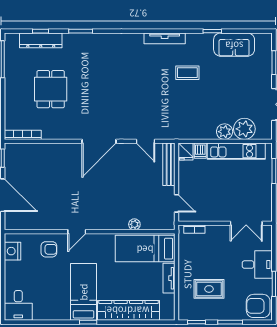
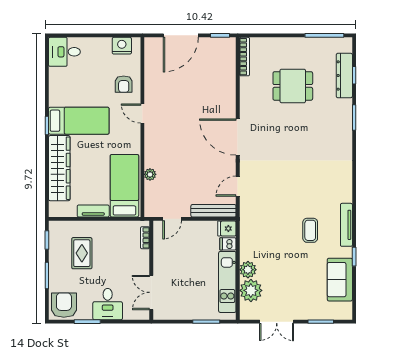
tv unit: (165, 38) -> (346, 225), moved

